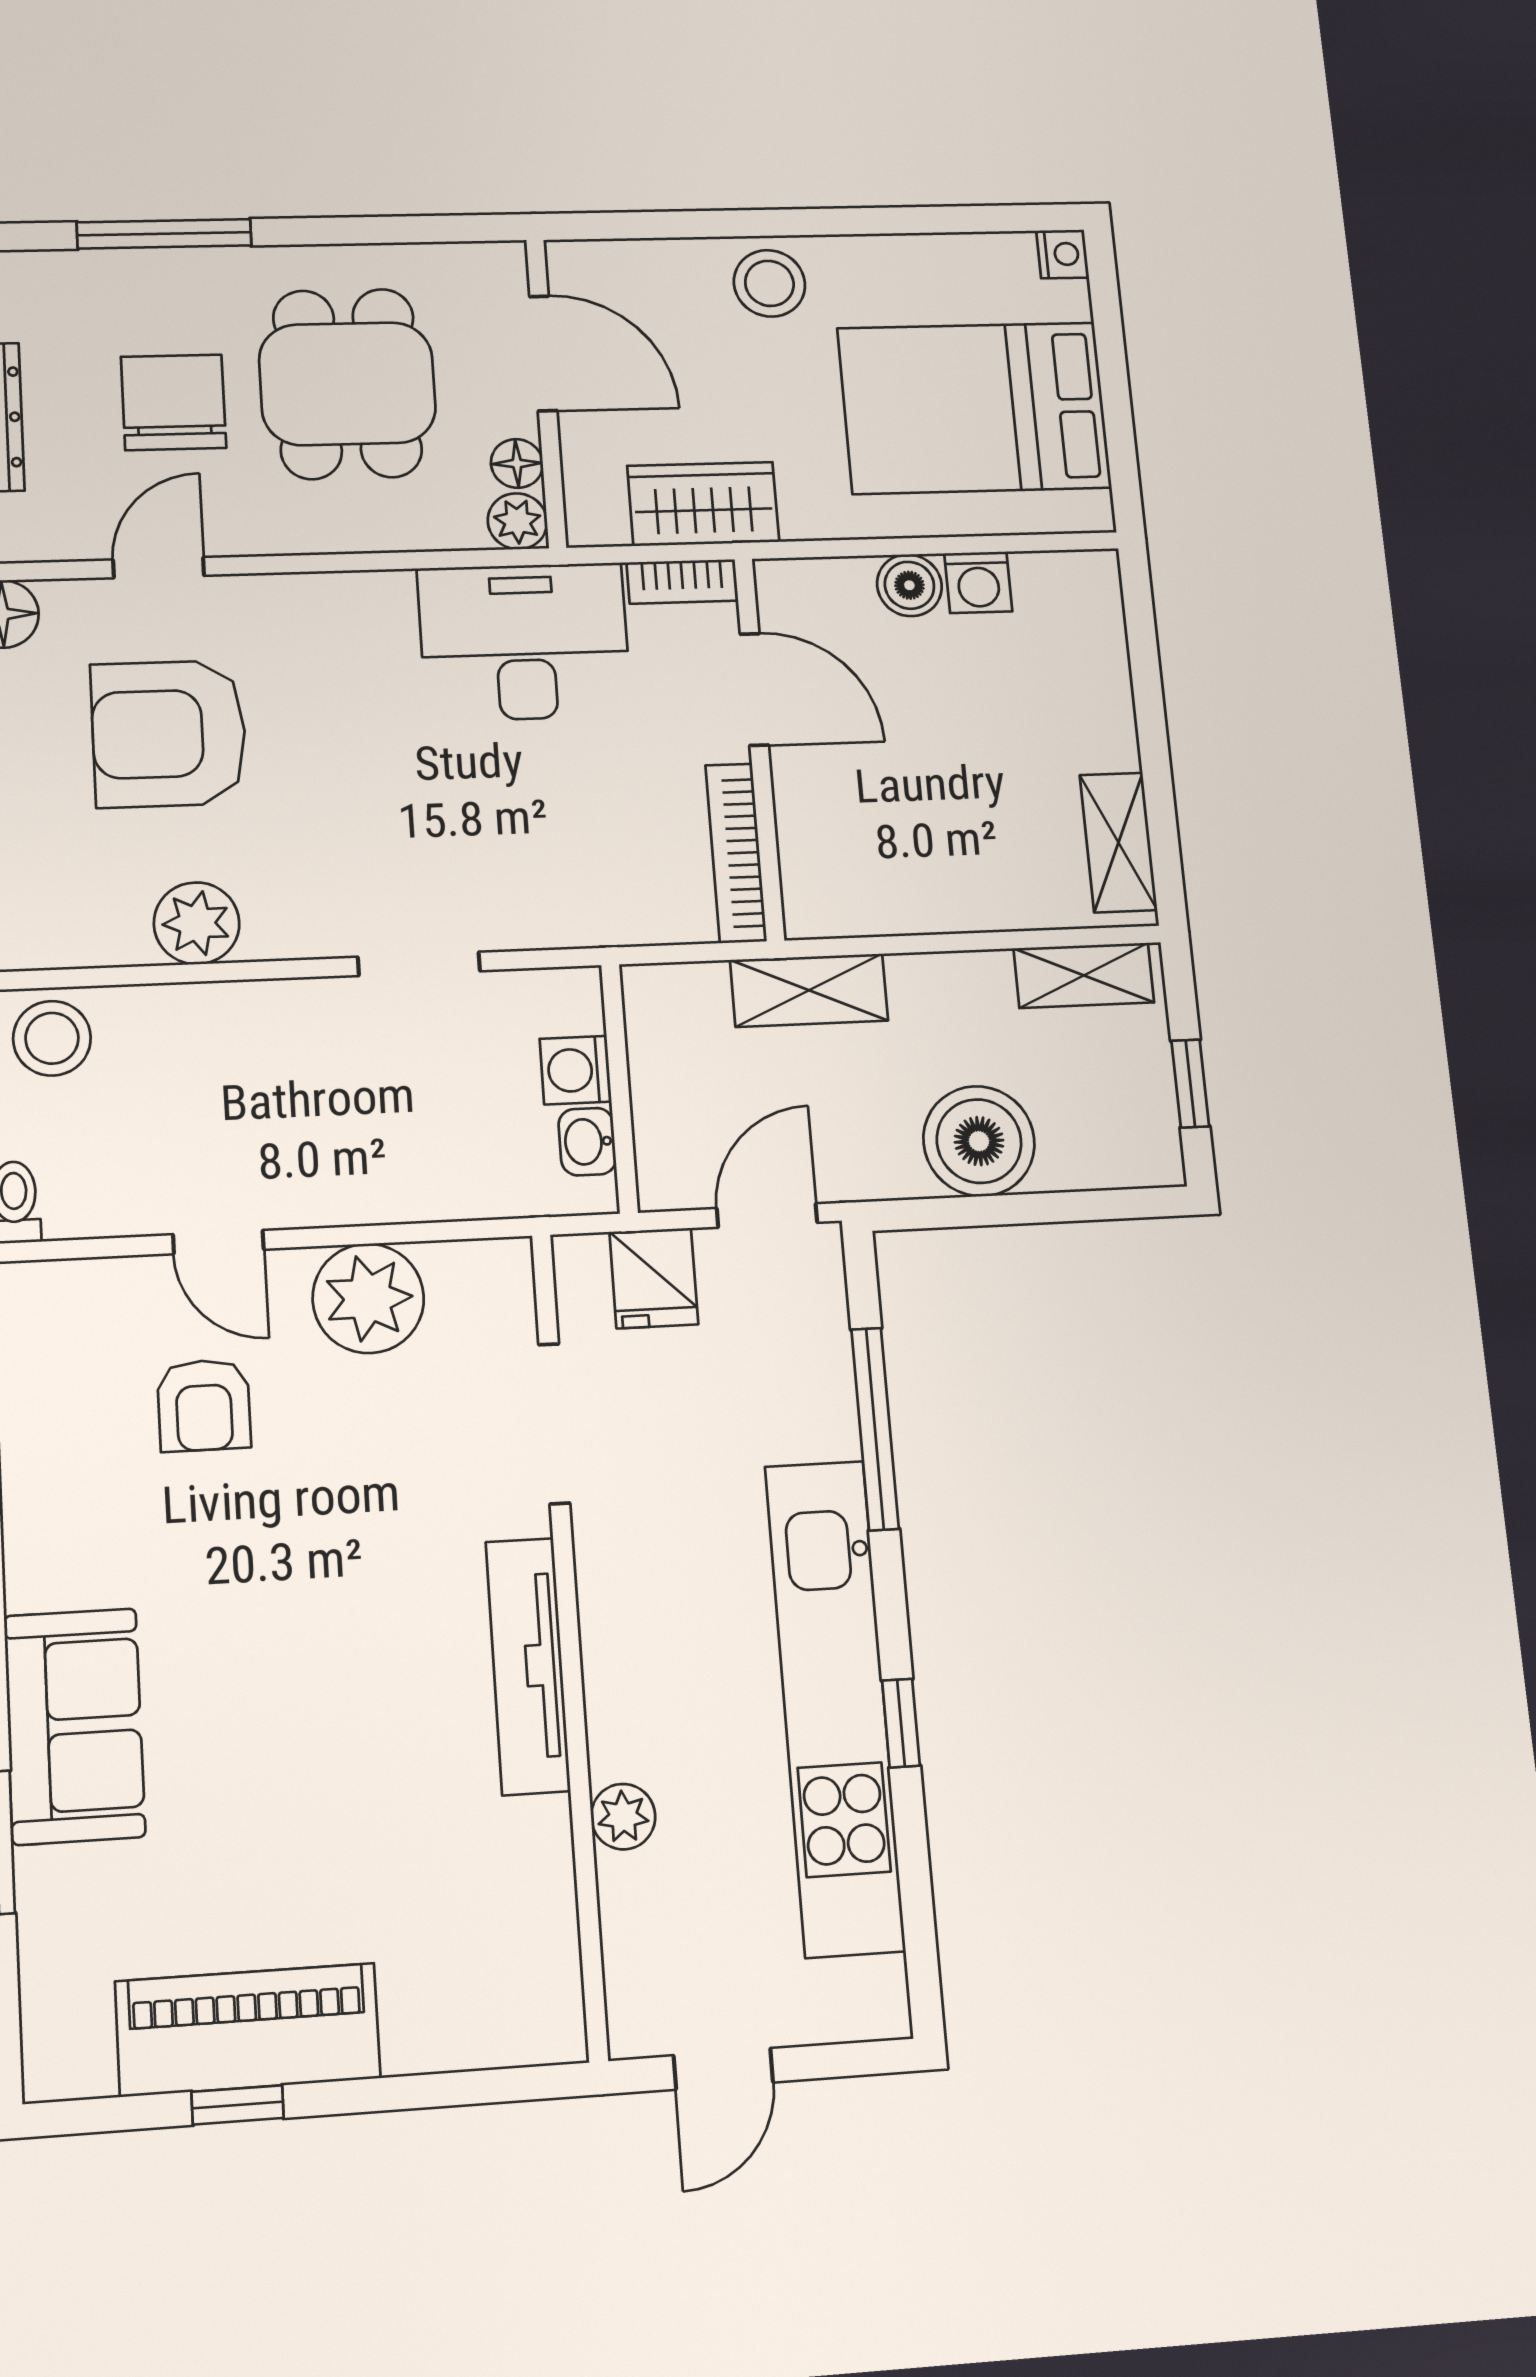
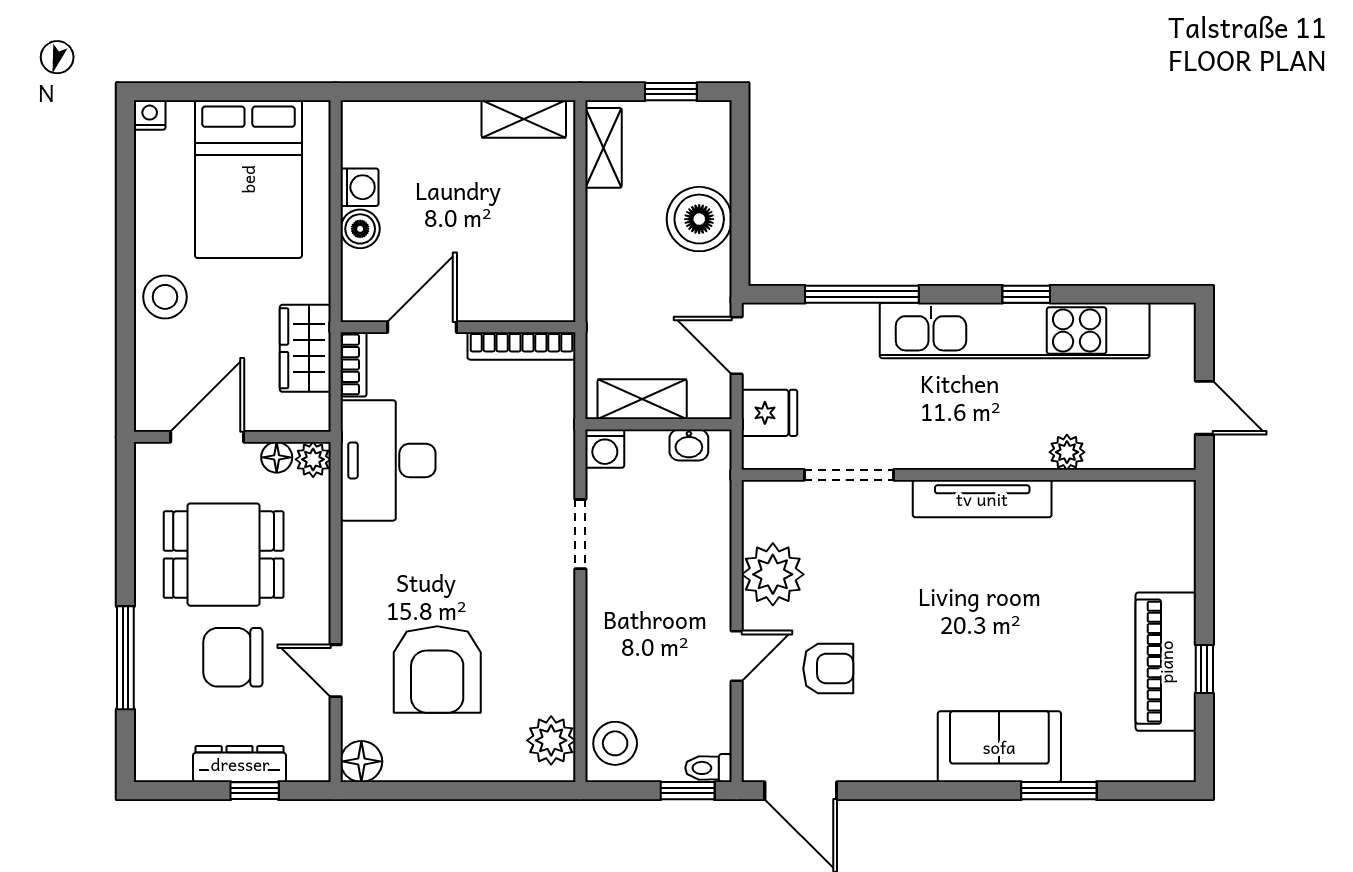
plant: (197, 923) -> (551, 740), moved
shelving: (809, 990) -> (642, 399), moved, turned 90
washing machine: (576, 1070) -> (605, 449), moved

